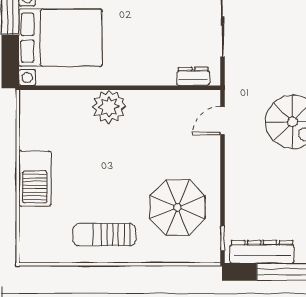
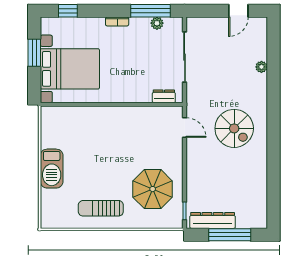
plant: (109, 107) -> (104, 118), removed
door: (222, 121) -> (185, 128), swing flipped

